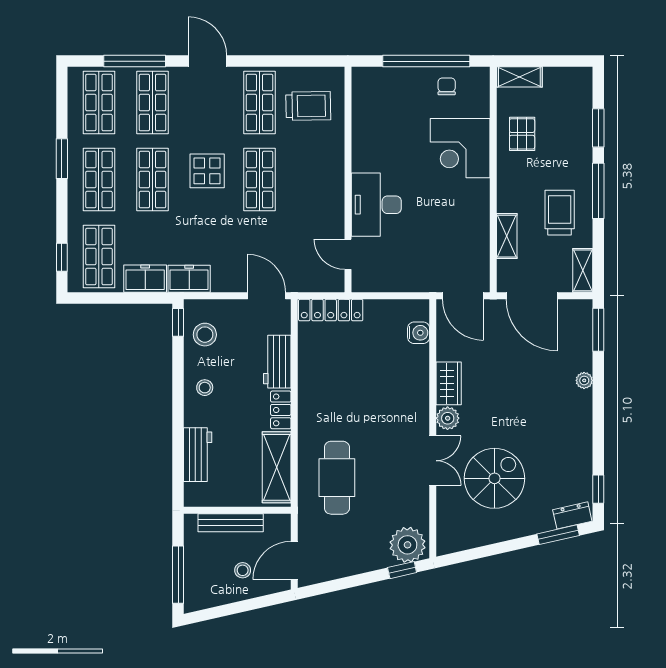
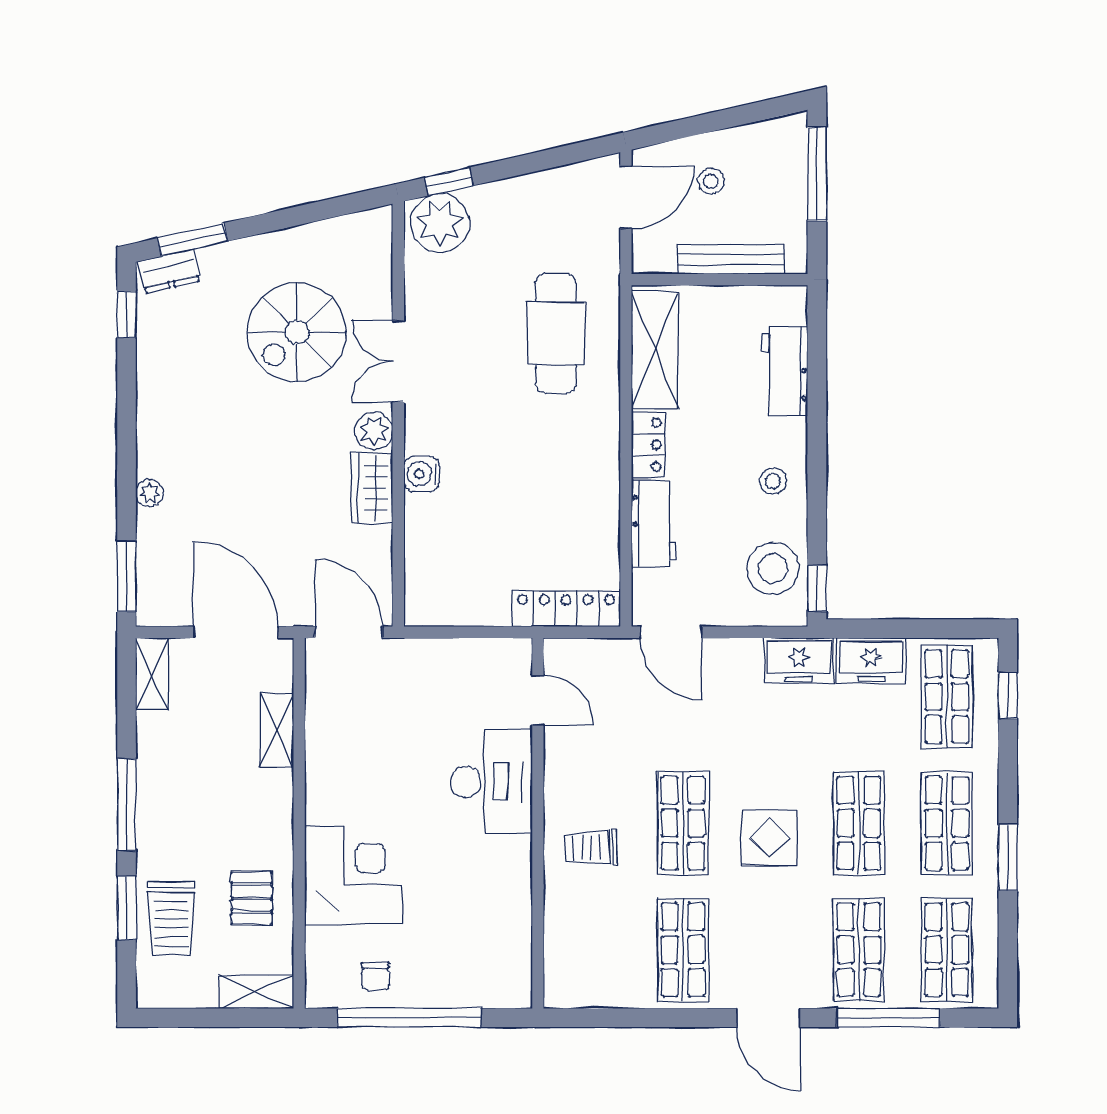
trolley: (308, 106) -> (590, 848), moved, width x0.73, depth x0.72
trolley: (560, 213) -> (171, 918), moved
water cooler: (419, 333) -> (422, 474), moved
stool: (205, 335) -> (773, 568), width x1.38, depth x1.38

